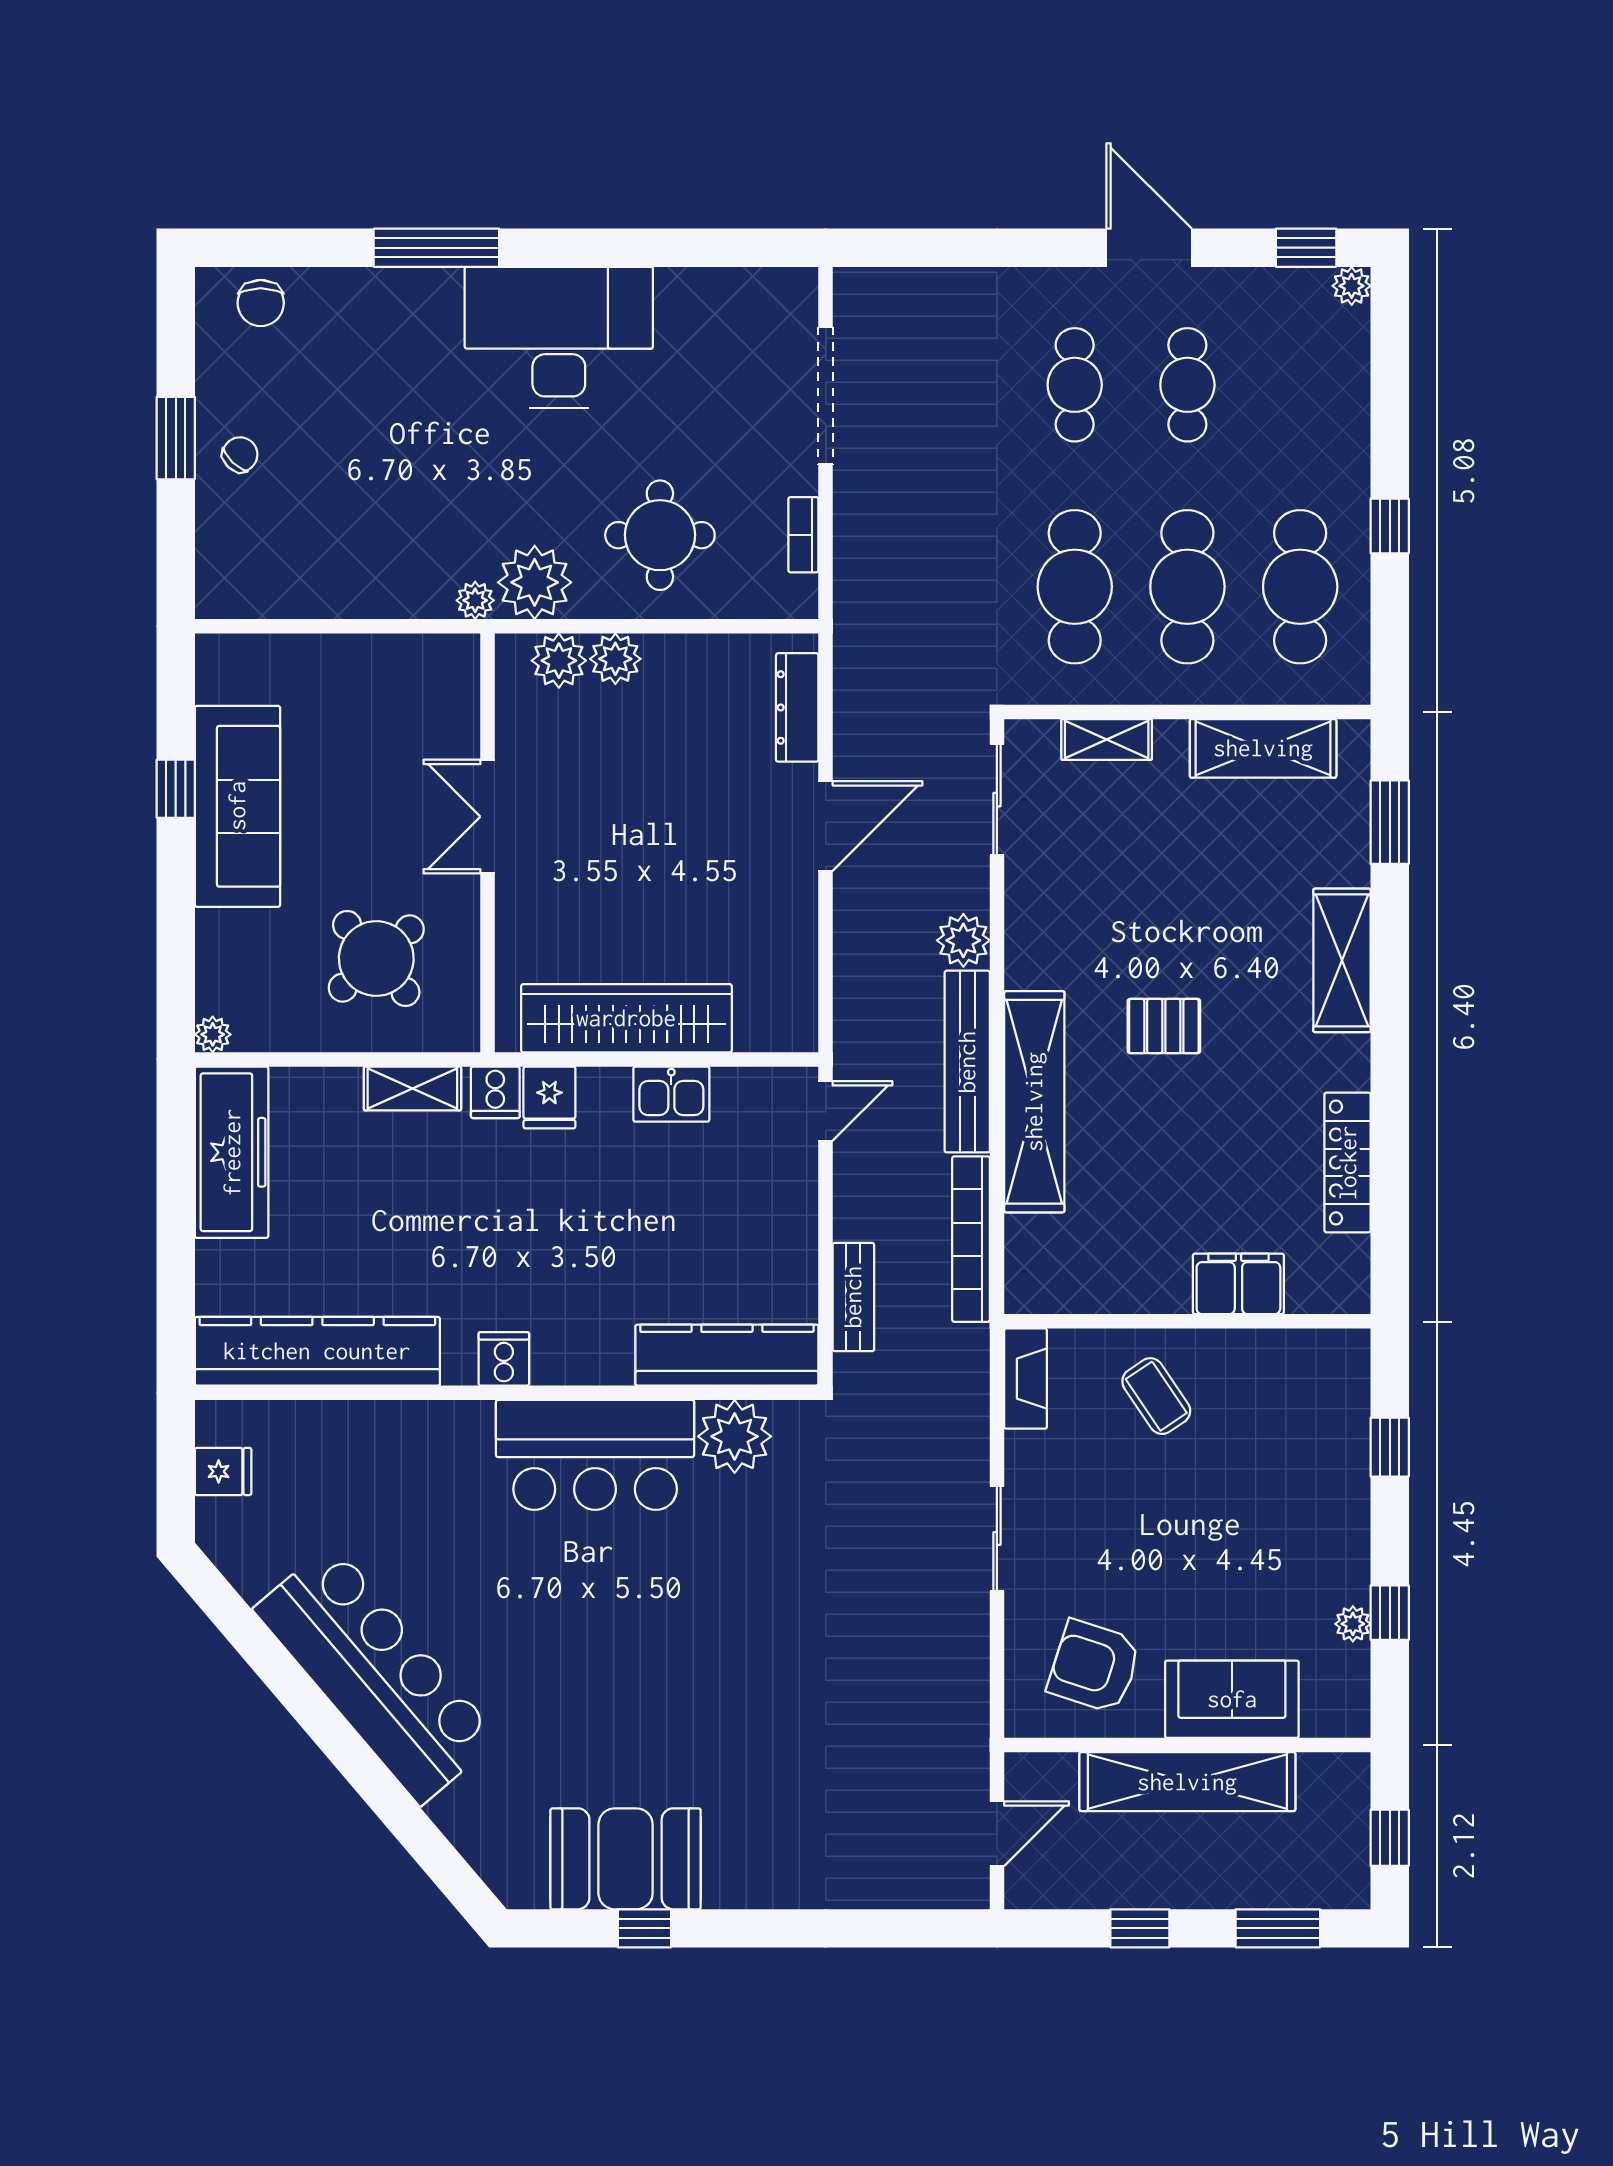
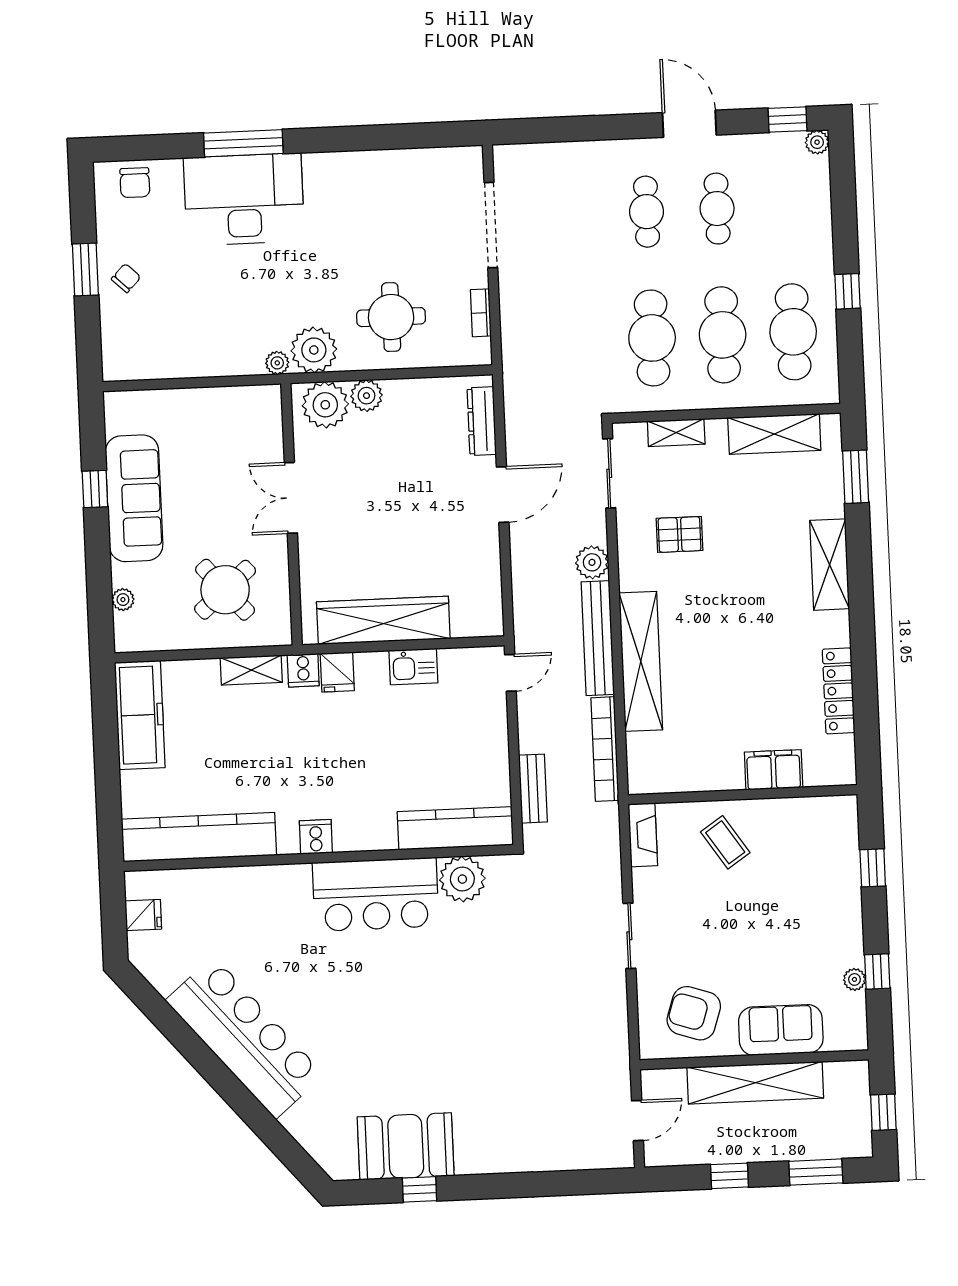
desk: (559, 337) -> (244, 199), moved
plant: (559, 661) -> (325, 405), width x1.36, depth x1.36
pallet: (1164, 1026) -> (680, 534), moved
plant: (213, 1034) -> (123, 600), moved

